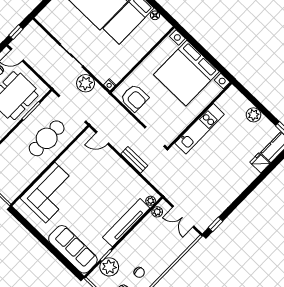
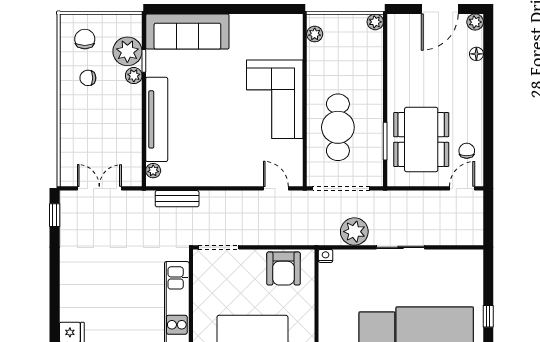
window: (16, 32) -> (488, 213), removed
armchair: (135, 98) -> (283, 269), turned -90
door: (102, 138) -> (276, 188), hinge flipped
bench: (134, 160) -> (177, 199), moved
plant: (16, 191) -> (315, 34), added
corner sofa: (50, 193) -> (275, 99), moved
plant: (157, 212) -> (134, 76), moved

